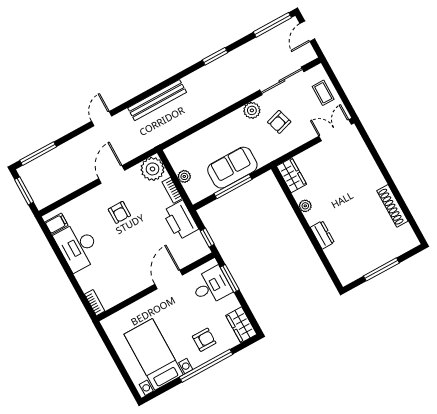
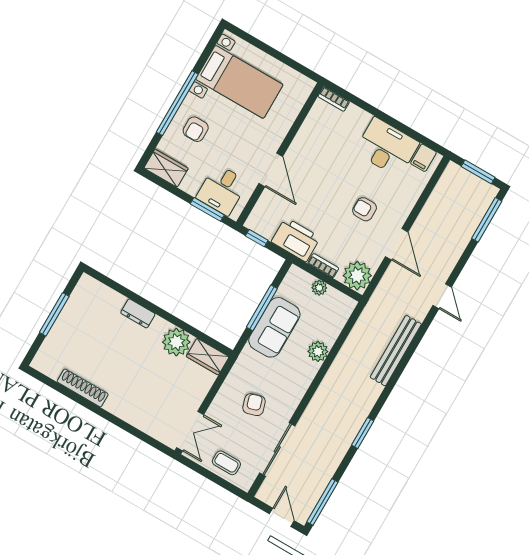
plant: (252, 110) -> (318, 351), moved
plant: (305, 206) -> (176, 342), width x1.87, depth x1.87

